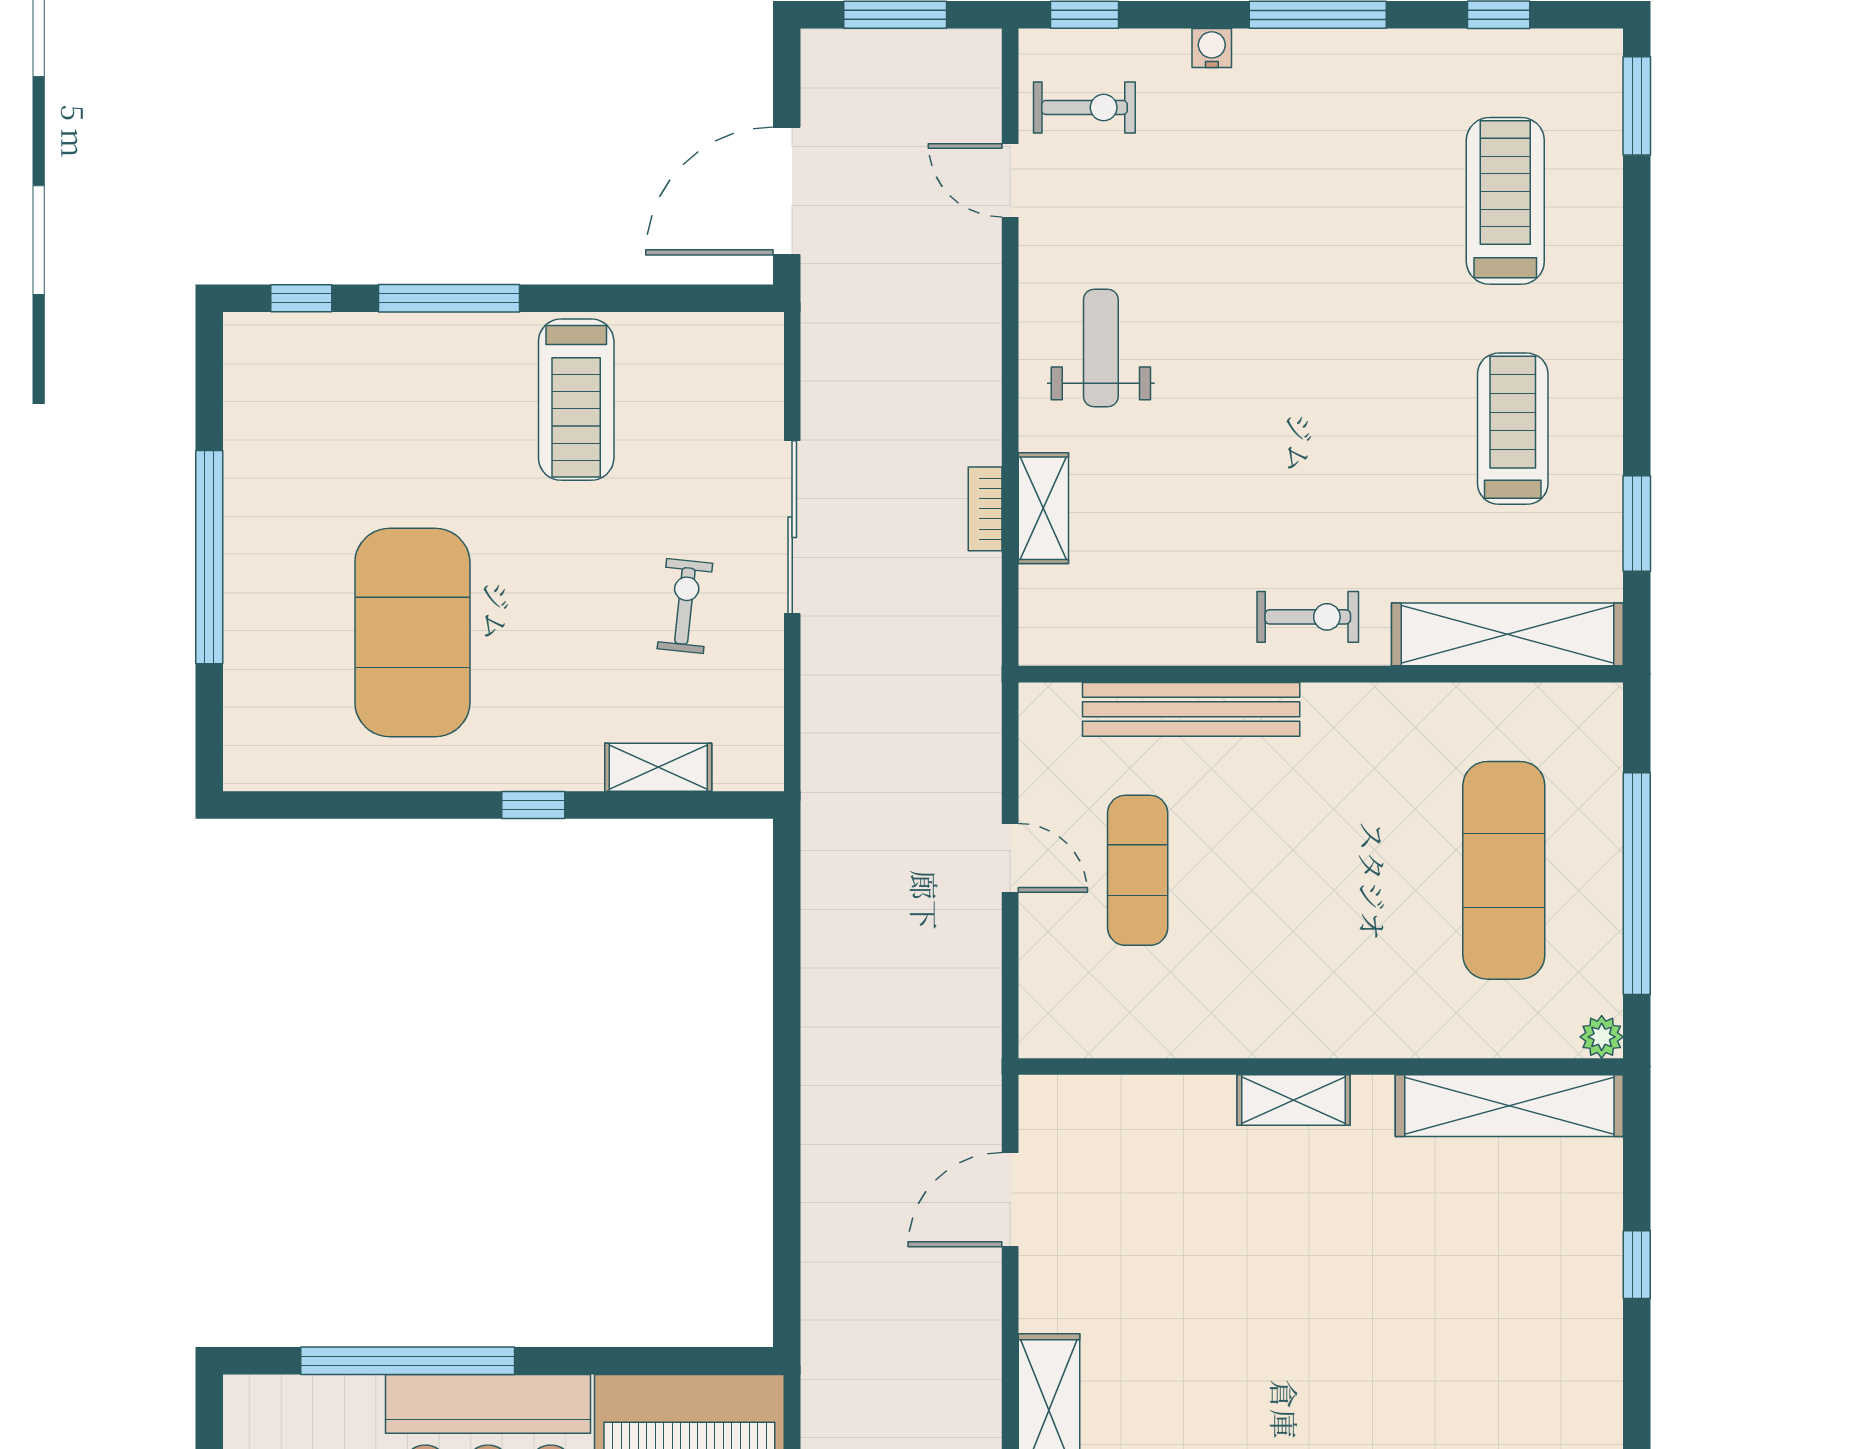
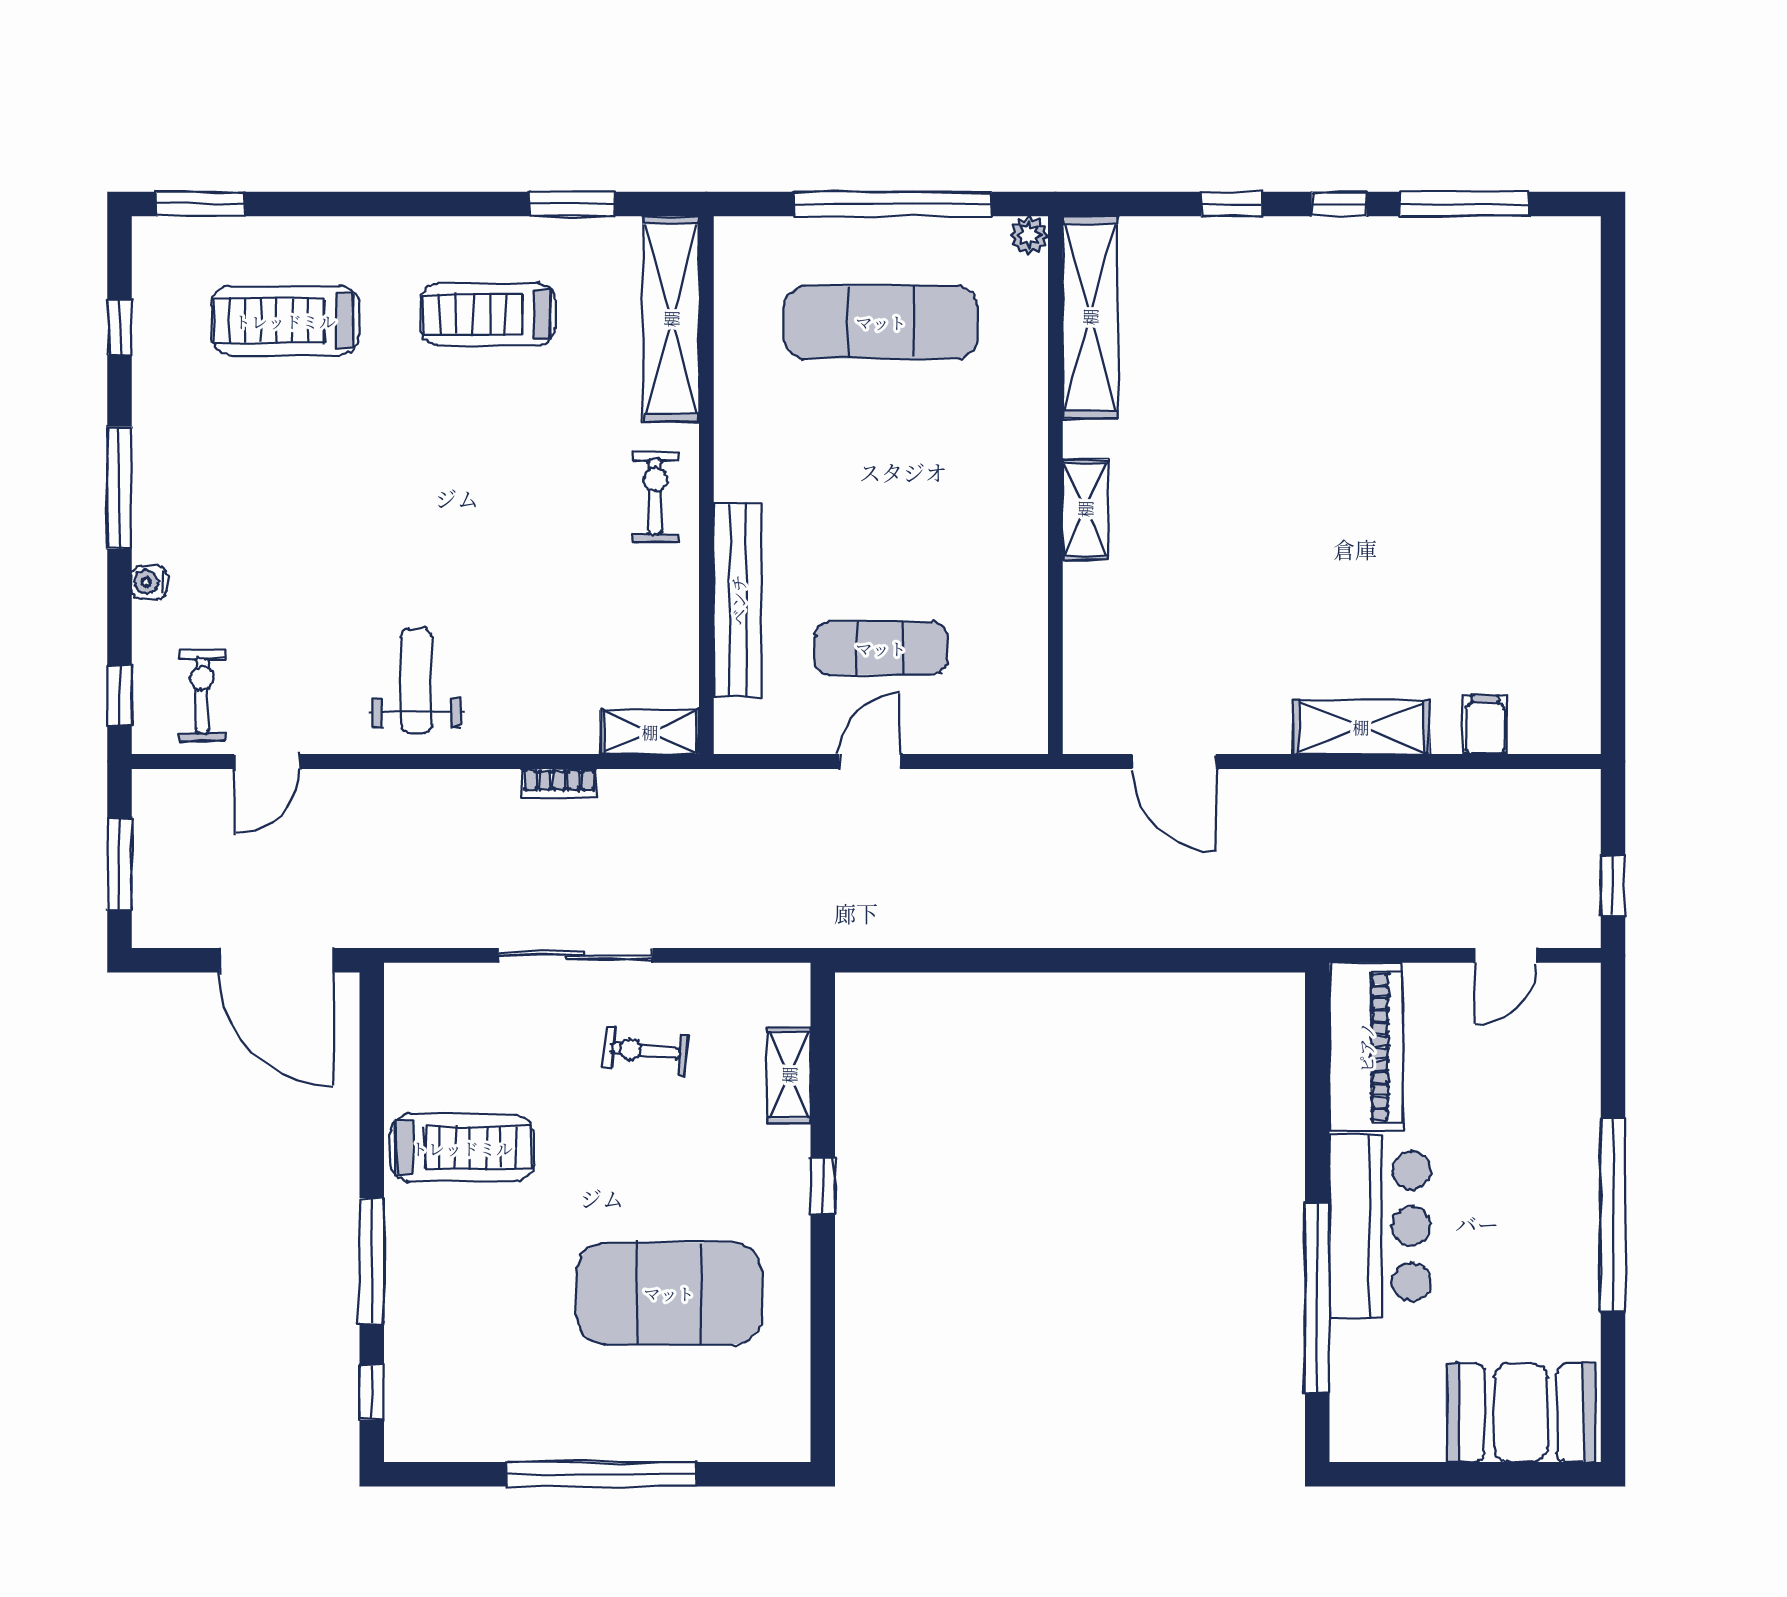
weight bench: (1101, 348) -> (416, 681), turned 90
shelving: (1043, 508) -> (650, 732), moved
window: (1637, 1385) -> (1339, 204), added

